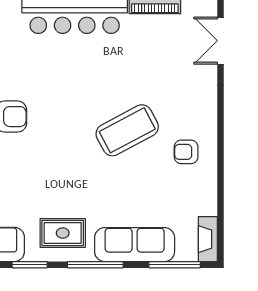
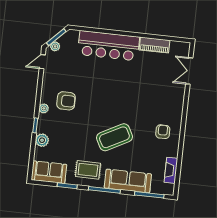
coffee table: (127, 130) -> (114, 137), moved
armchair: (186, 152) -> (163, 132), turned 90
fireplace: (208, 239) -> (171, 170), moved

